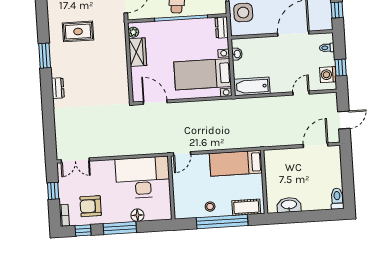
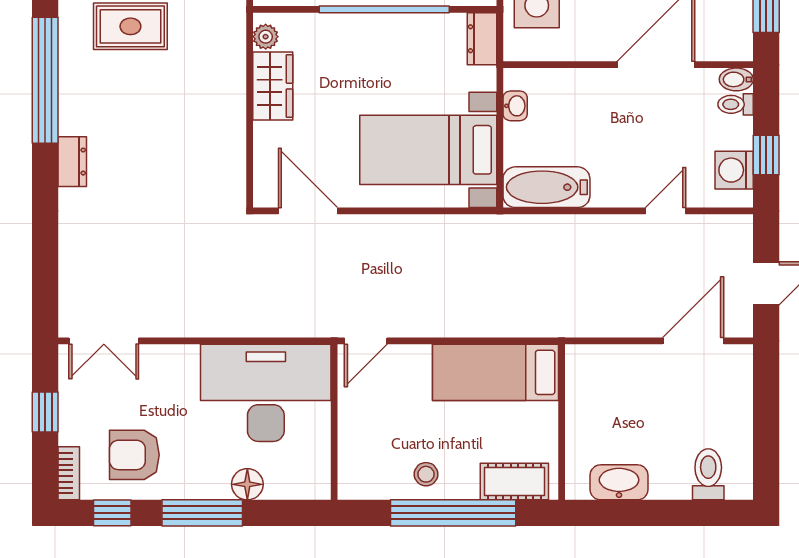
bidet: (326, 38) -> (736, 79), added
window: (45, 56) -> (45, 80), width x2.11
toilet: (337, 199) -> (708, 474), moved

